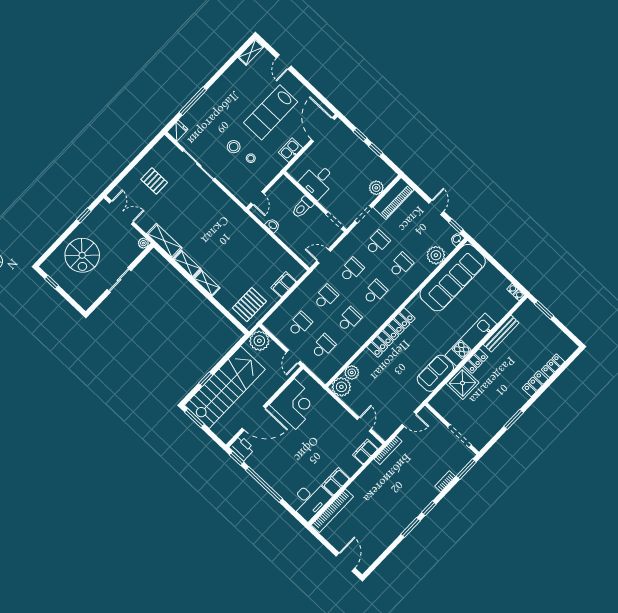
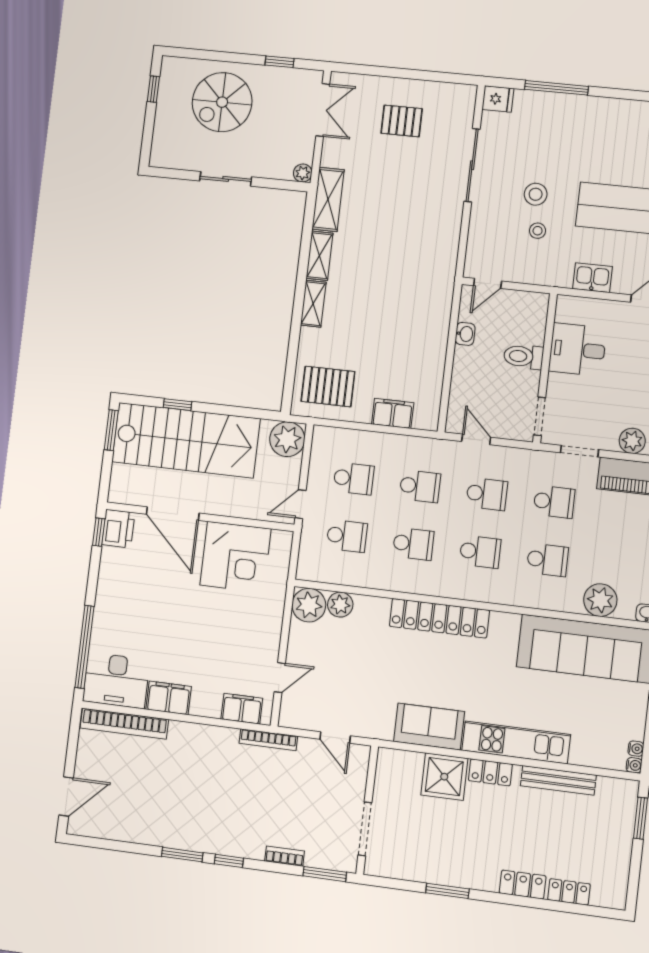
pallet: (154, 181) -> (402, 121), turned 90
window: (264, 484) -> (85, 647), moved

